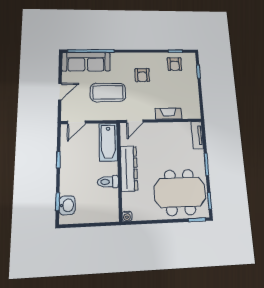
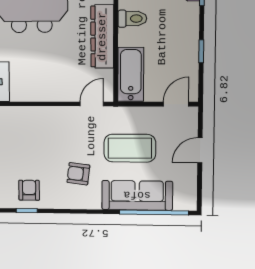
sofa: (86, 62) -> (137, 195), moved
armchair: (142, 75) -> (78, 174), turned -83
fireplace: (169, 114) -> (42, 114), removed

